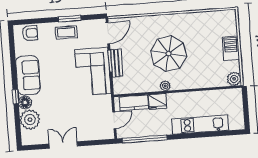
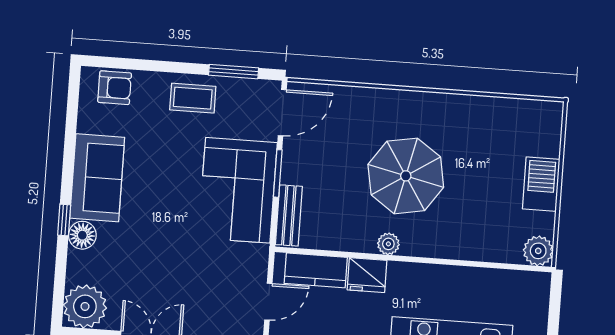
window: (70, 19) -> (234, 72), moved
bench: (117, 63) -> (289, 215), moved
plant: (30, 120) -> (85, 306), moved

